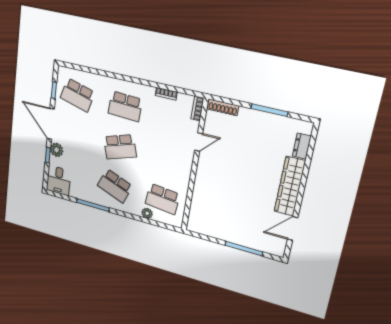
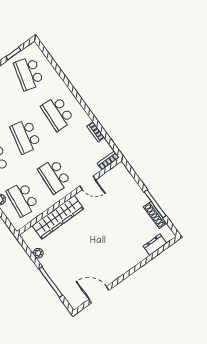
shoe rack: (223, 107) -> (155, 215), moved
school desk: (120, 147) -> (26, 136), turned 30
school desk: (169, 159) -> (54, 176), added
wardrobe: (290, 186) -> (58, 217), moved, turned 180
plant: (213, 233) -> (38, 253), added

